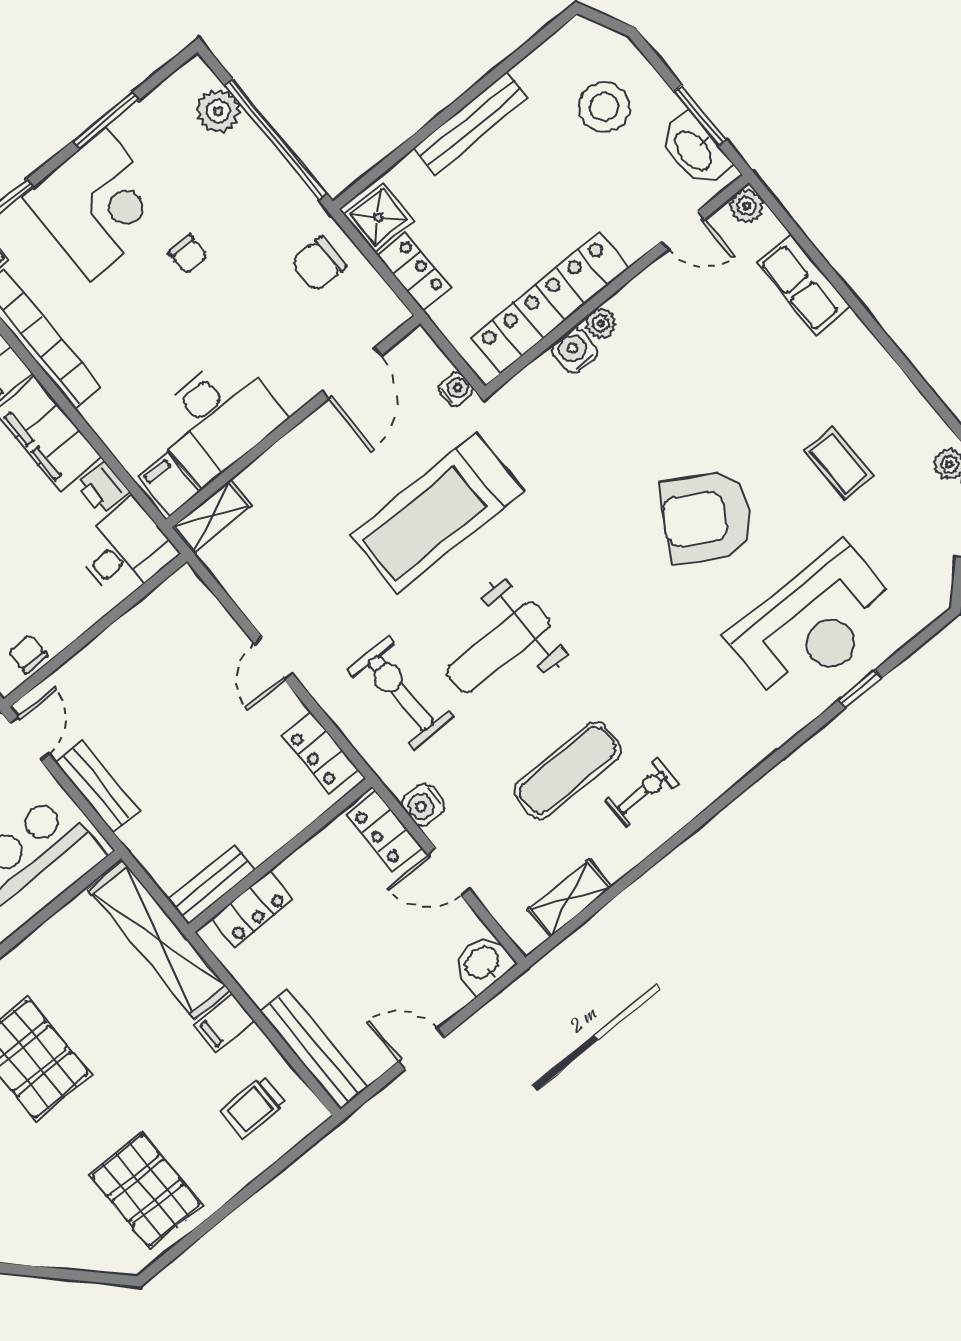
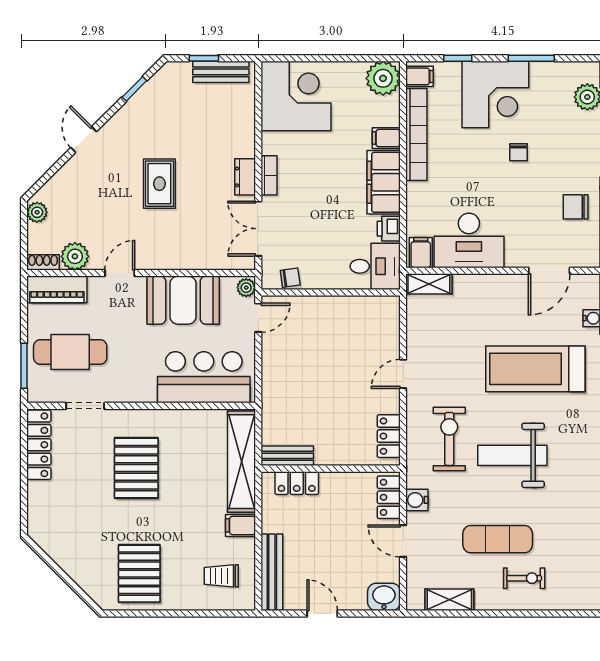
chair: (28, 654) -> (290, 278), turned 82
bench: (98, 787) -> (272, 366), removed

